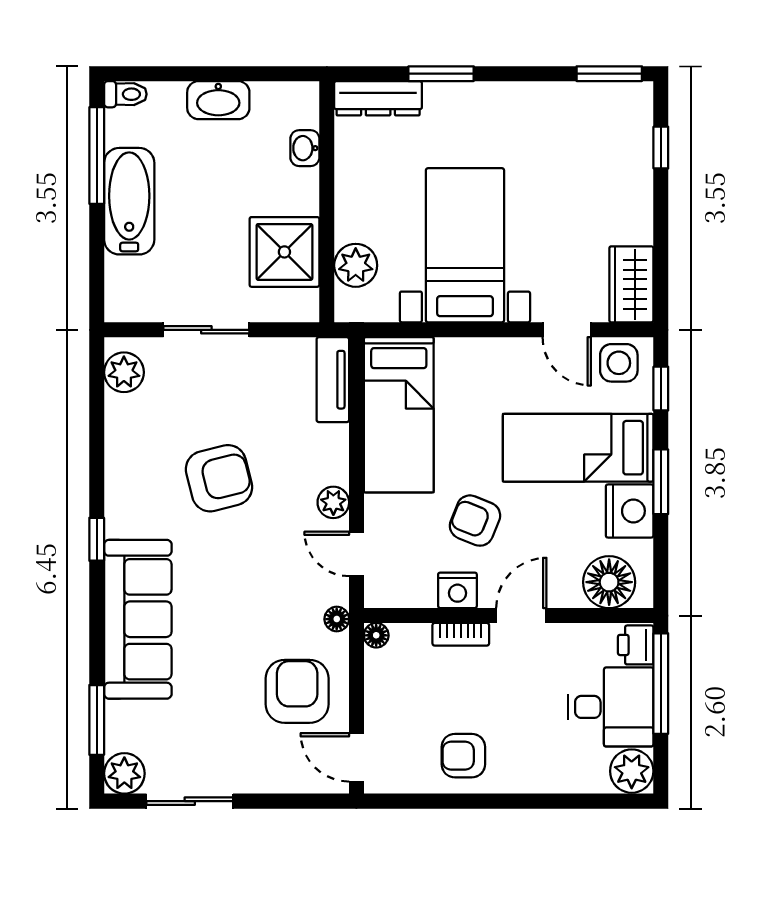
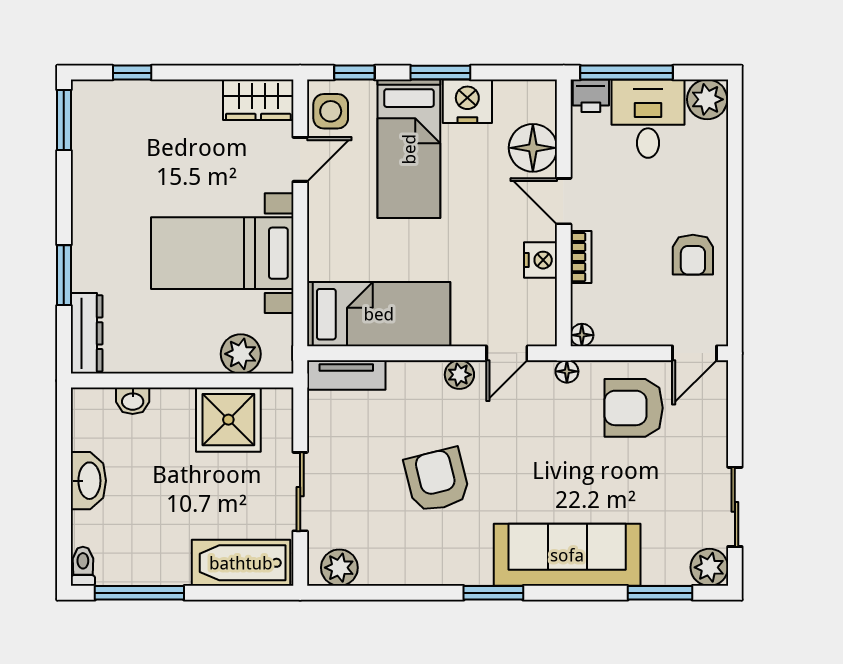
bathtub: (129, 201) -> (241, 563), moved
armchair: (475, 521) -> (476, 244), removed
window: (97, 539) -> (493, 593), width x1.50
floor lamp: (609, 582) -> (533, 148), moved

